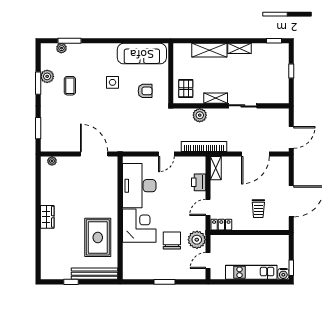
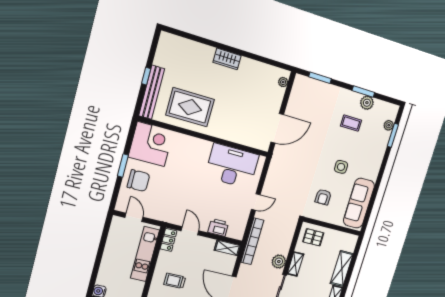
plant: (200, 115) -> (279, 262), moved
door: (166, 154) -> (256, 202), swing flipped
corner desk: (139, 226) -> (151, 144), moved, turned -90
plant: (197, 240) -> (159, 211), removed
chair: (172, 241) -> (138, 181), moved
kitchen unit: (251, 272) -> (145, 254), moved, turned 180
window: (71, 282) -> (146, 76), moved

